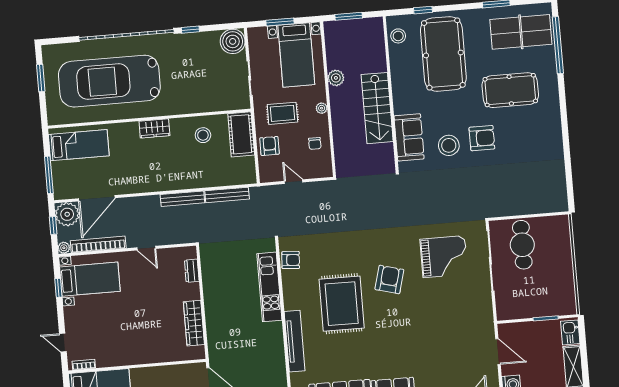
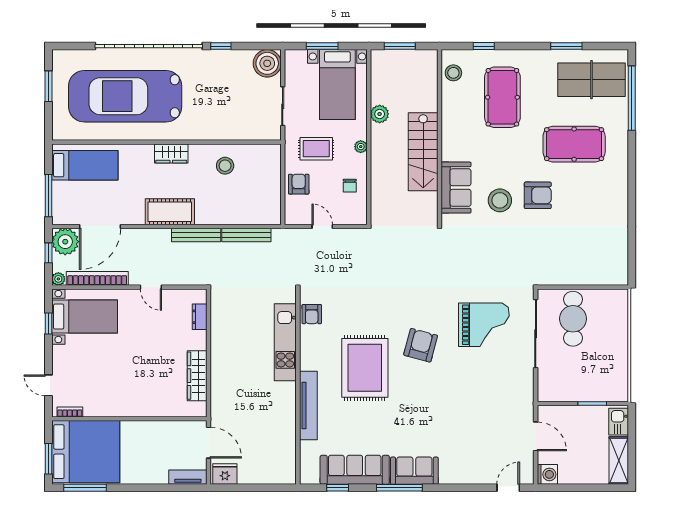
pool table: (443, 54) -> (502, 97), width x0.73, depth x0.76
cot: (241, 134) -> (170, 212), moved, turned 90
armchair: (291, 260) -> (312, 314), turned 86

